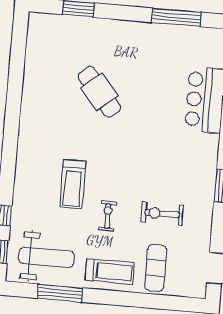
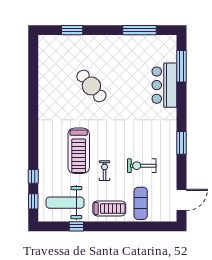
treadmill: (73, 184) -> (79, 151), width x1.37, depth x1.38
weight bench: (46, 257) -> (65, 203), turned 180
window: (60, 293) -> (76, 226), width x0.46

